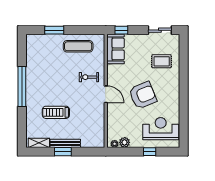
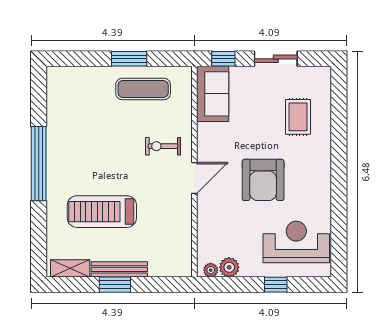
window: (54, 30) -> (129, 59), moved
sliding door: (160, 30) -> (276, 59), moved
rug: (162, 61) -> (298, 117), turned 90
door: (106, 94) -> (194, 178), hinge flipped
armchair: (143, 95) -> (263, 180), turned 112
treadmill: (56, 112) -> (102, 212), width x1.37, depth x1.38

